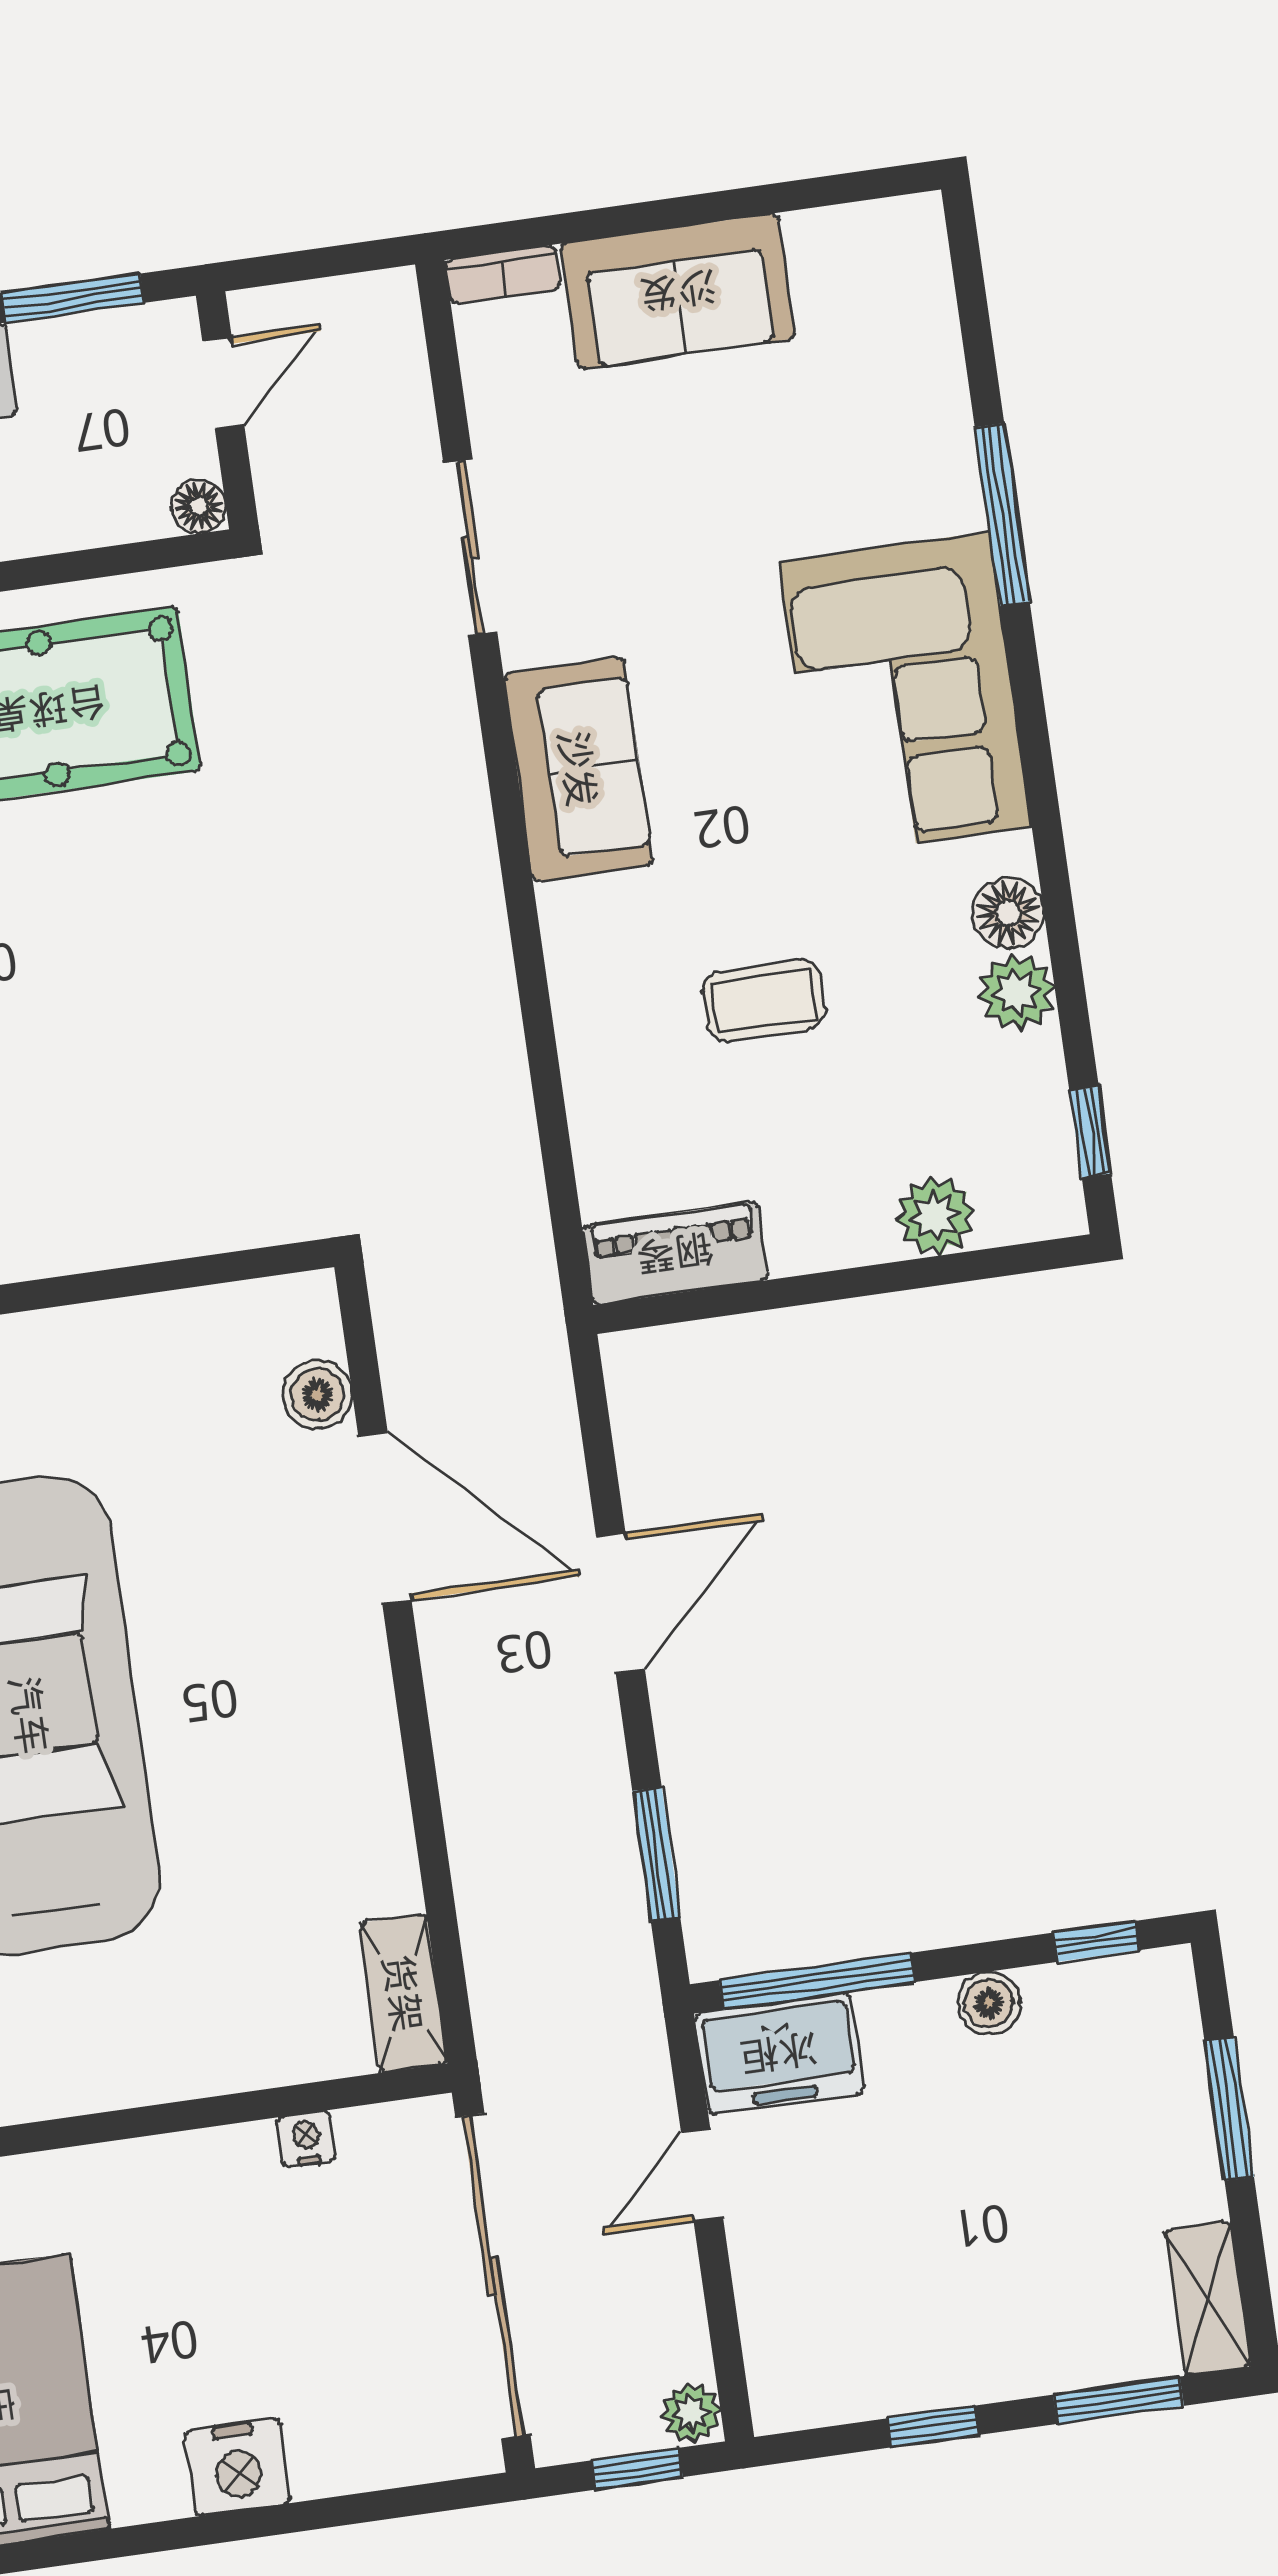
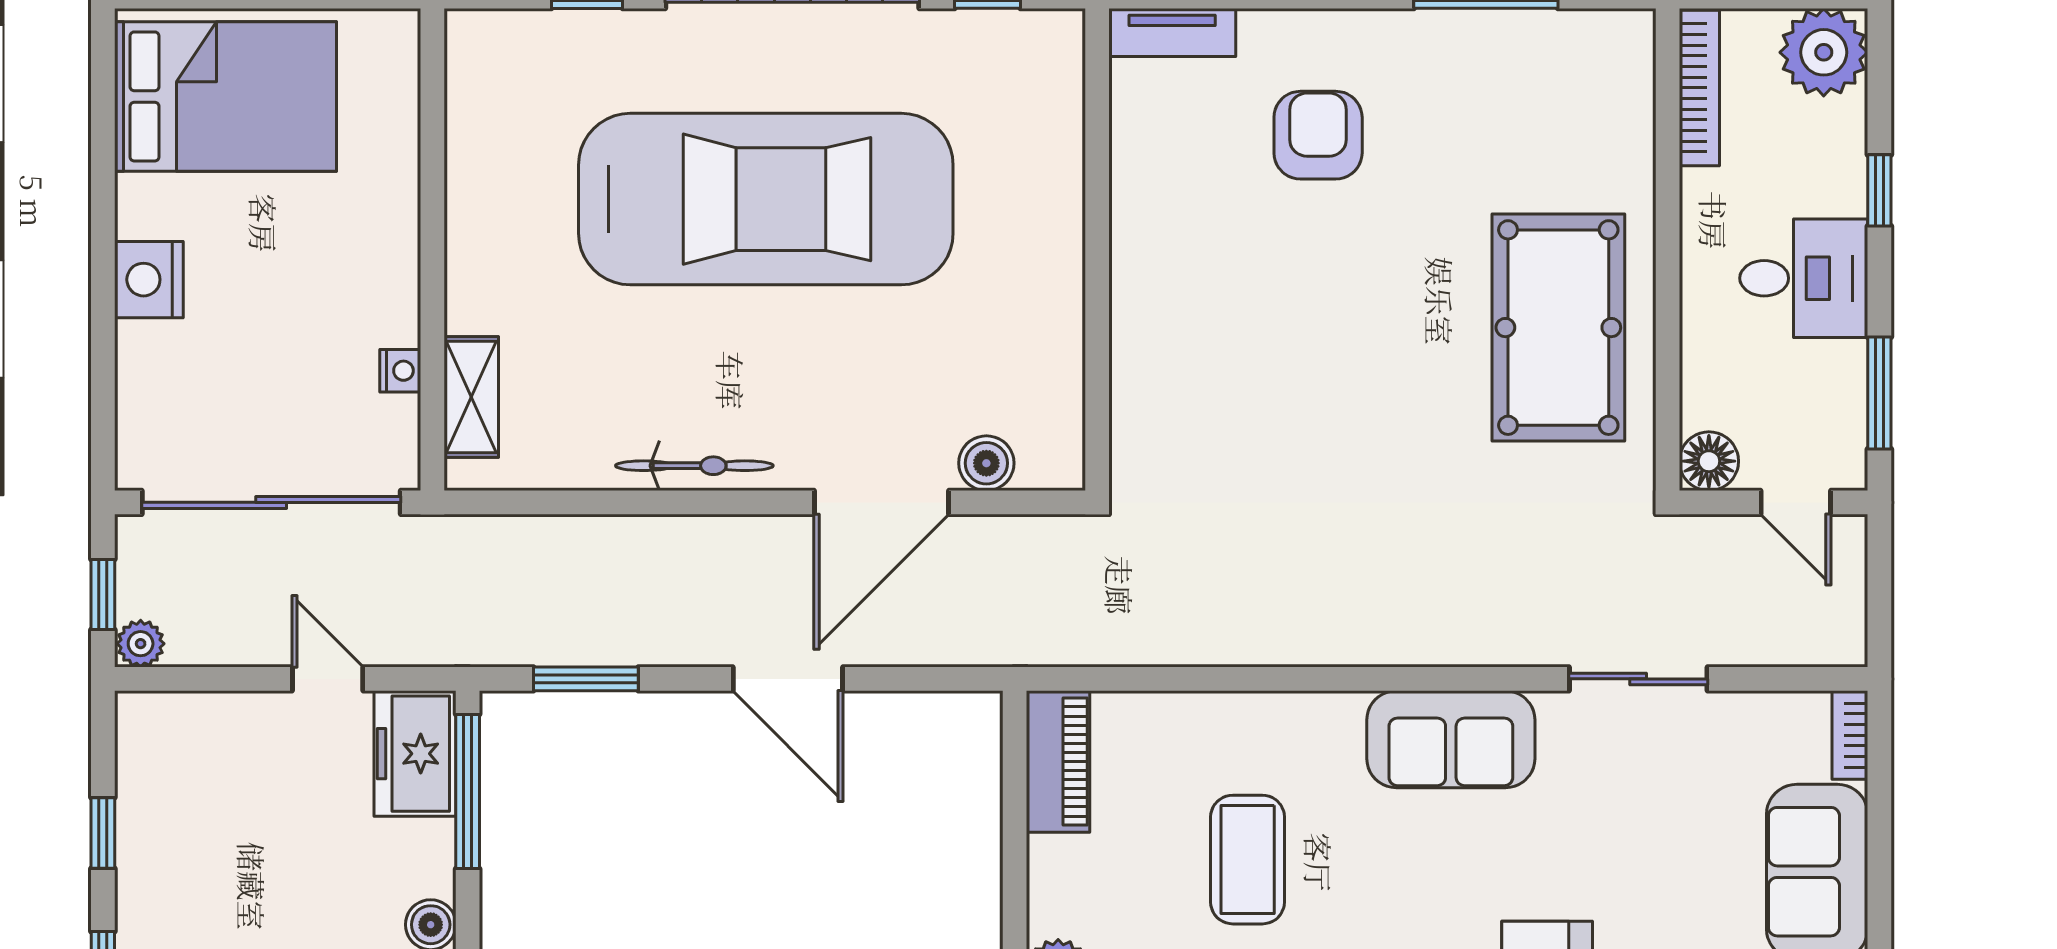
floor lamp: (199, 506) -> (1709, 461), width x1.37, depth x1.37
coffee table: (764, 1000) -> (1248, 860), width x1.36, depth x1.30
bicycle: (372, 1757) -> (694, 466), added
shelving: (403, 1993) -> (471, 397), moved, turned 90

